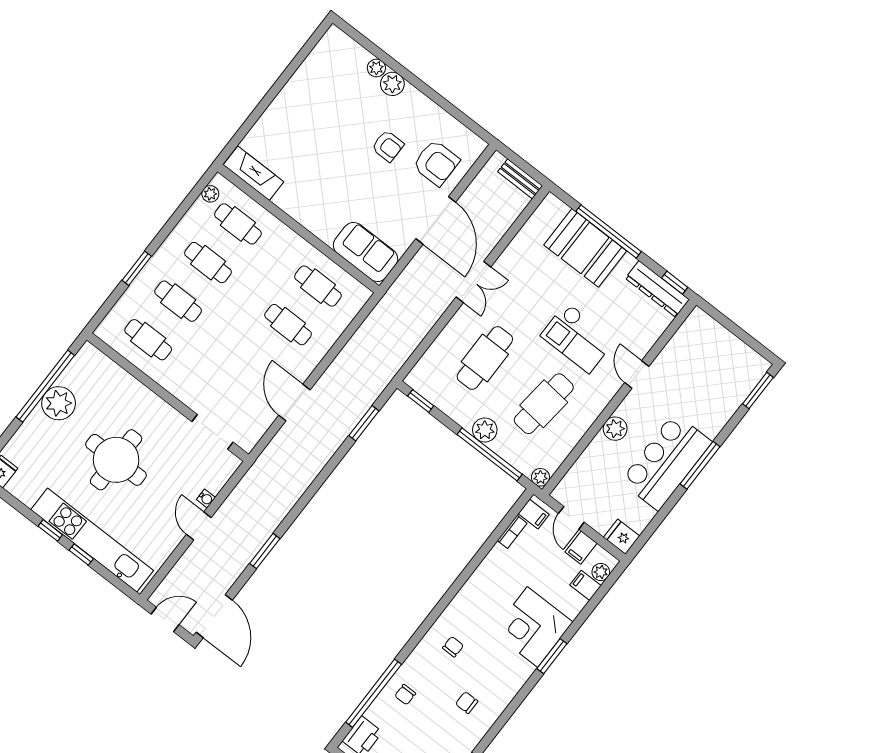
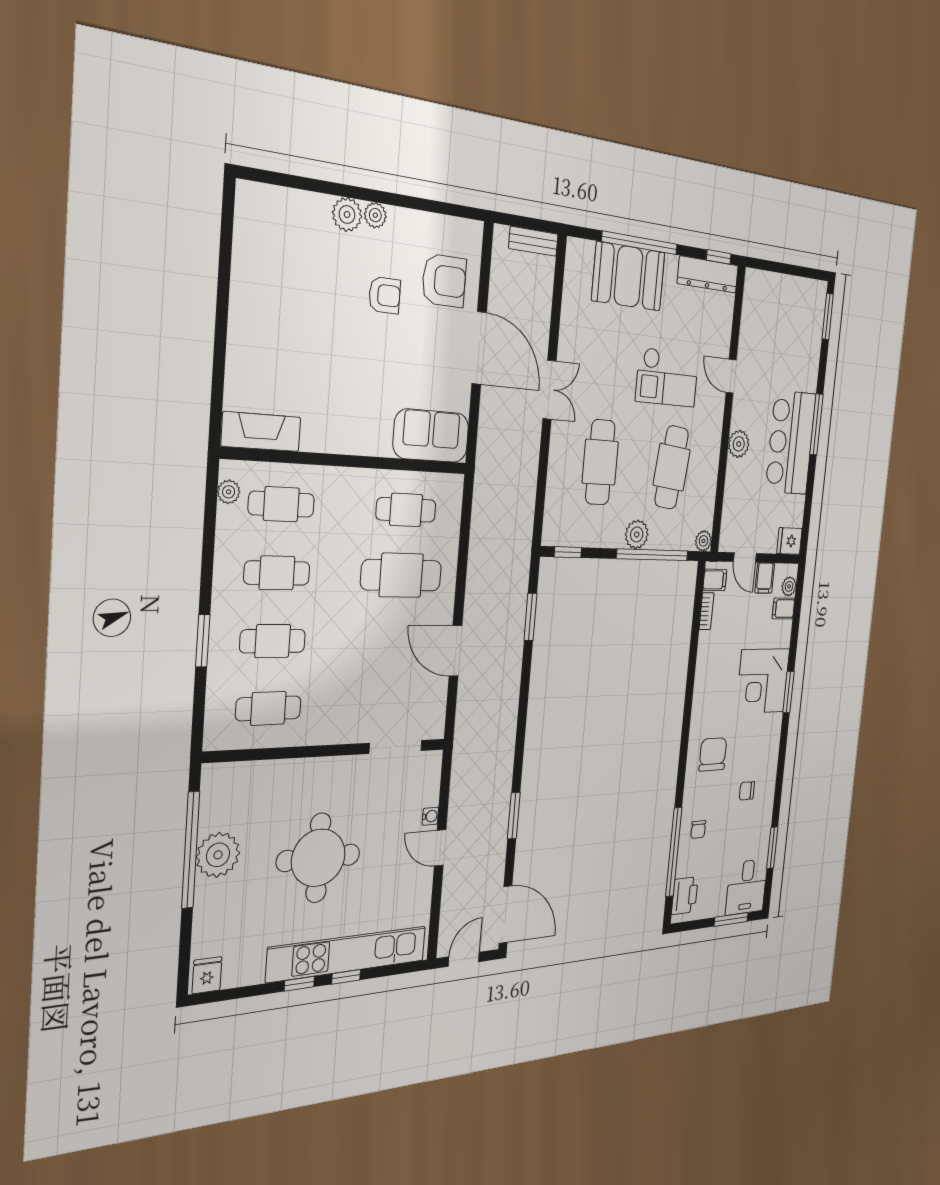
plant: (376, 68) -> (375, 215), moved
cafe table: (288, 325) -> (401, 575), width x1.37, depth x1.35
chair: (453, 647) -> (713, 754), width x1.87, depth x1.87

